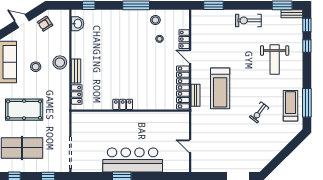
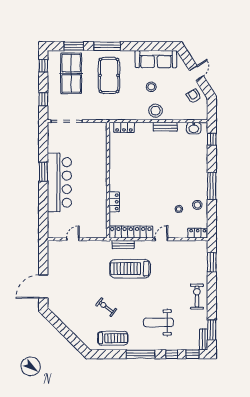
locker: (184, 39) -> (198, 233), moved
bench: (76, 71) -> (165, 127), moved
window: (307, 103) -> (141, 354), moved
locker: (123, 104) -> (114, 202), moved

